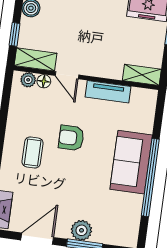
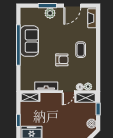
door: (67, 75) -> (68, 92), swing flipped
sofa: (131, 162) -> (29, 41), moved

